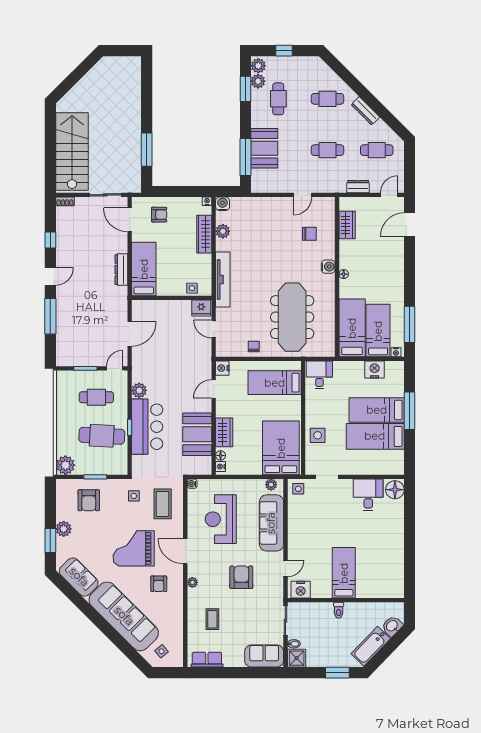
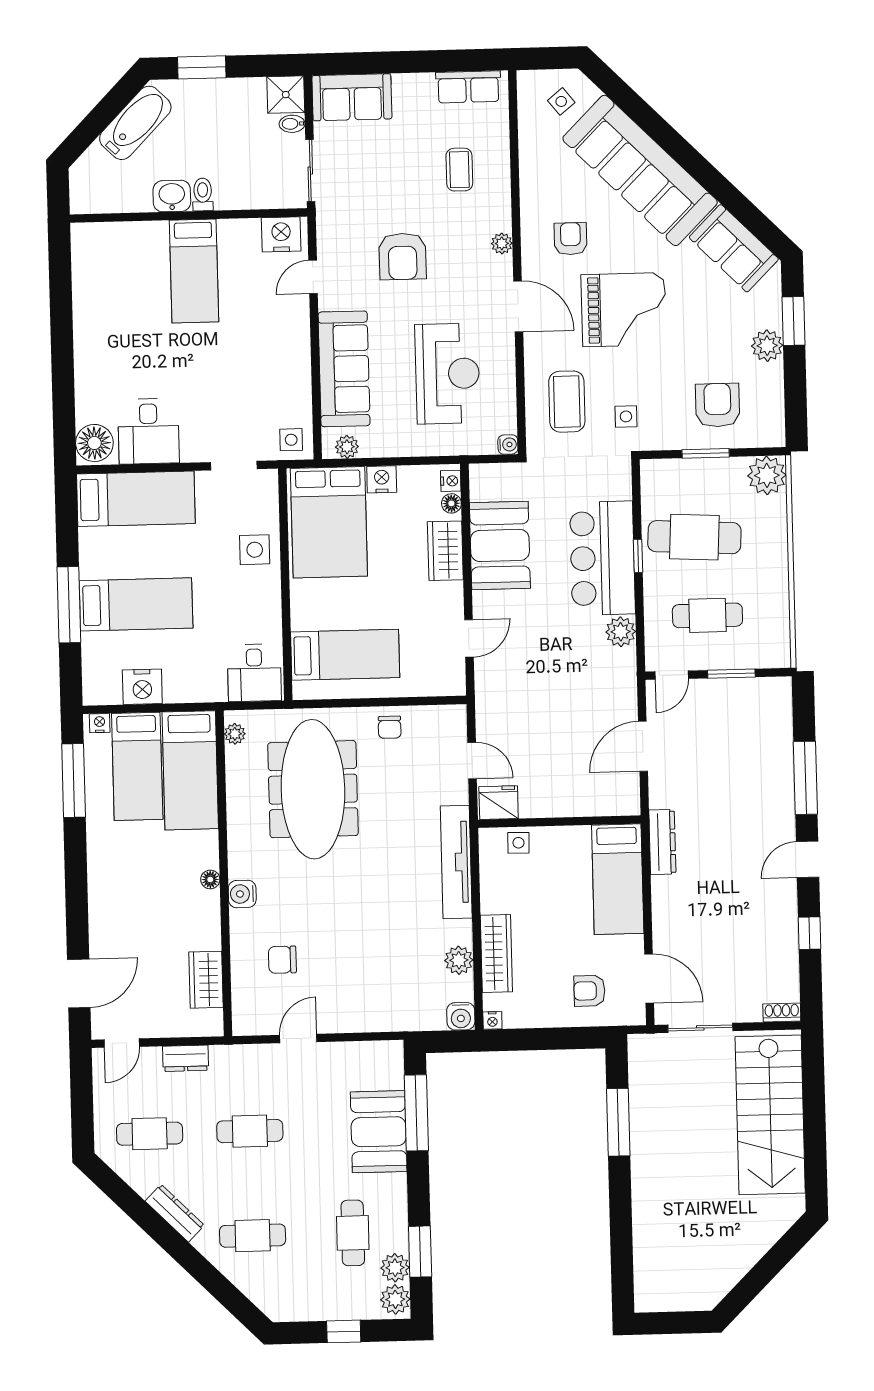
dresser: (121, 270) -> (662, 842), moved
plant: (330, 345) -> (235, 734), added
nightstand: (222, 368) -> (382, 479), moved, turned -90
bed: (375, 436) -> (136, 499), moved
washbasin: (392, 626) -> (172, 196), moved, turned -134

